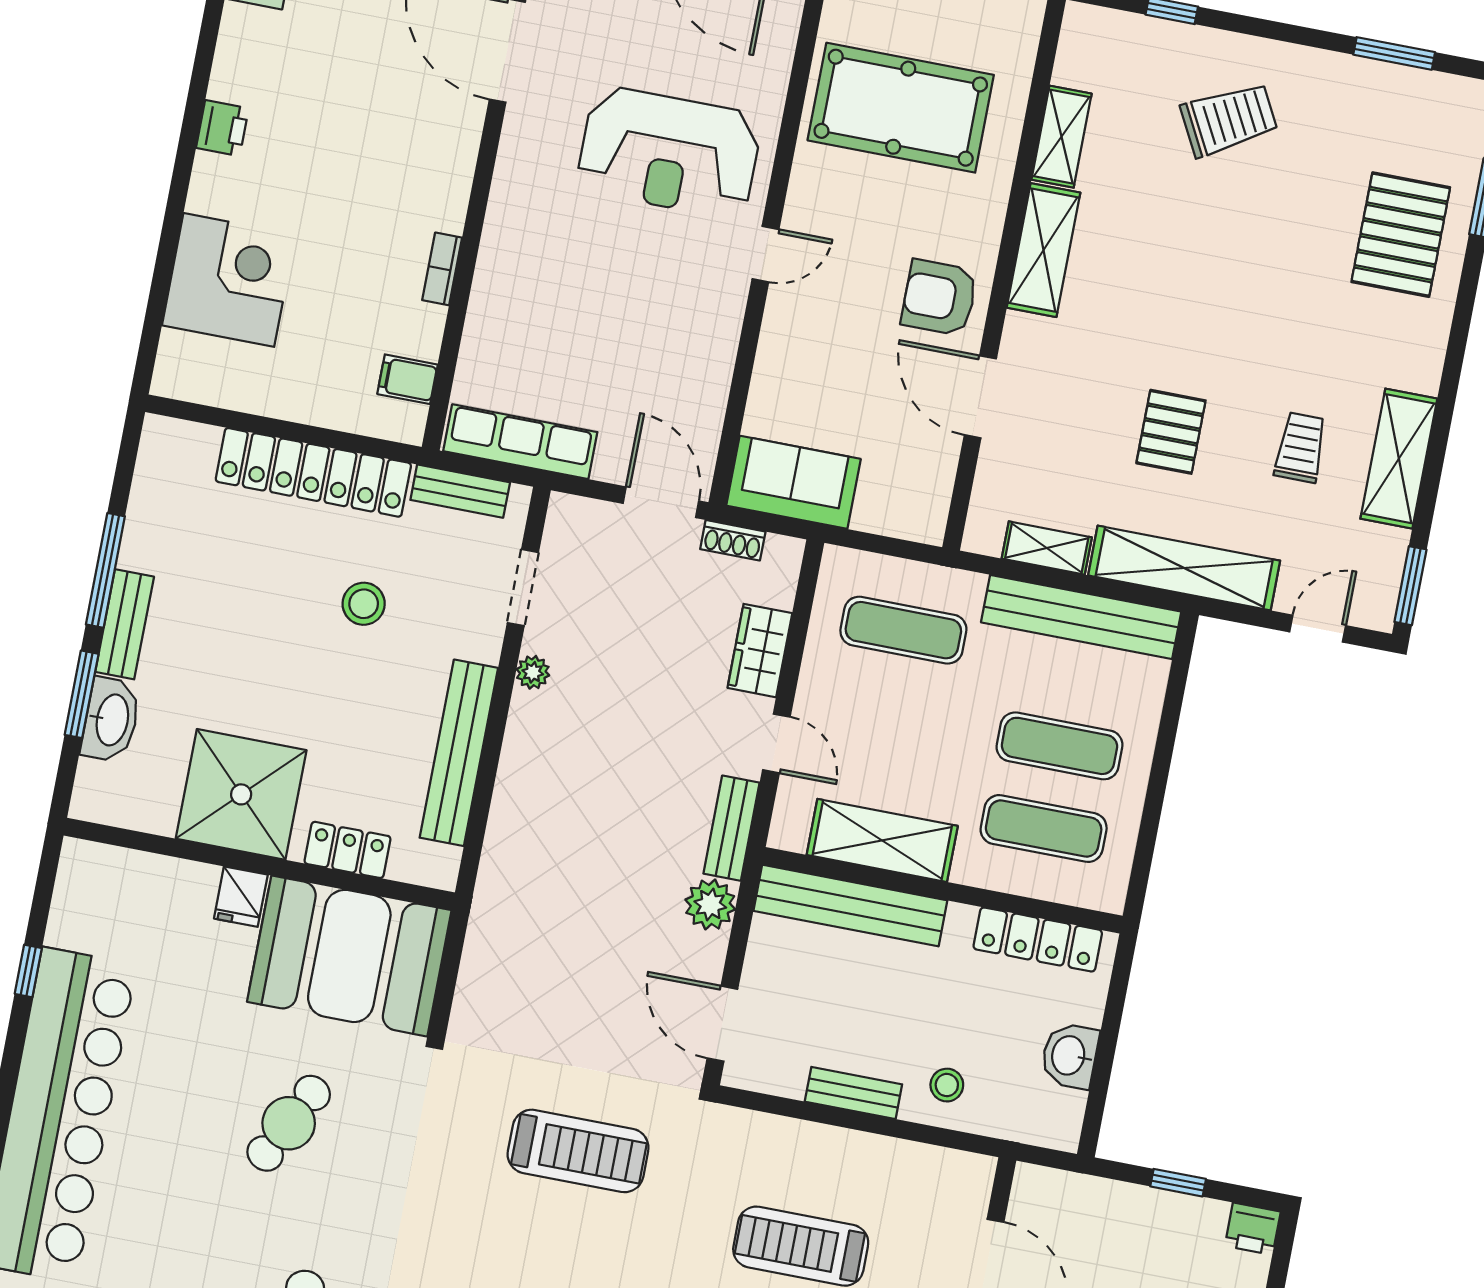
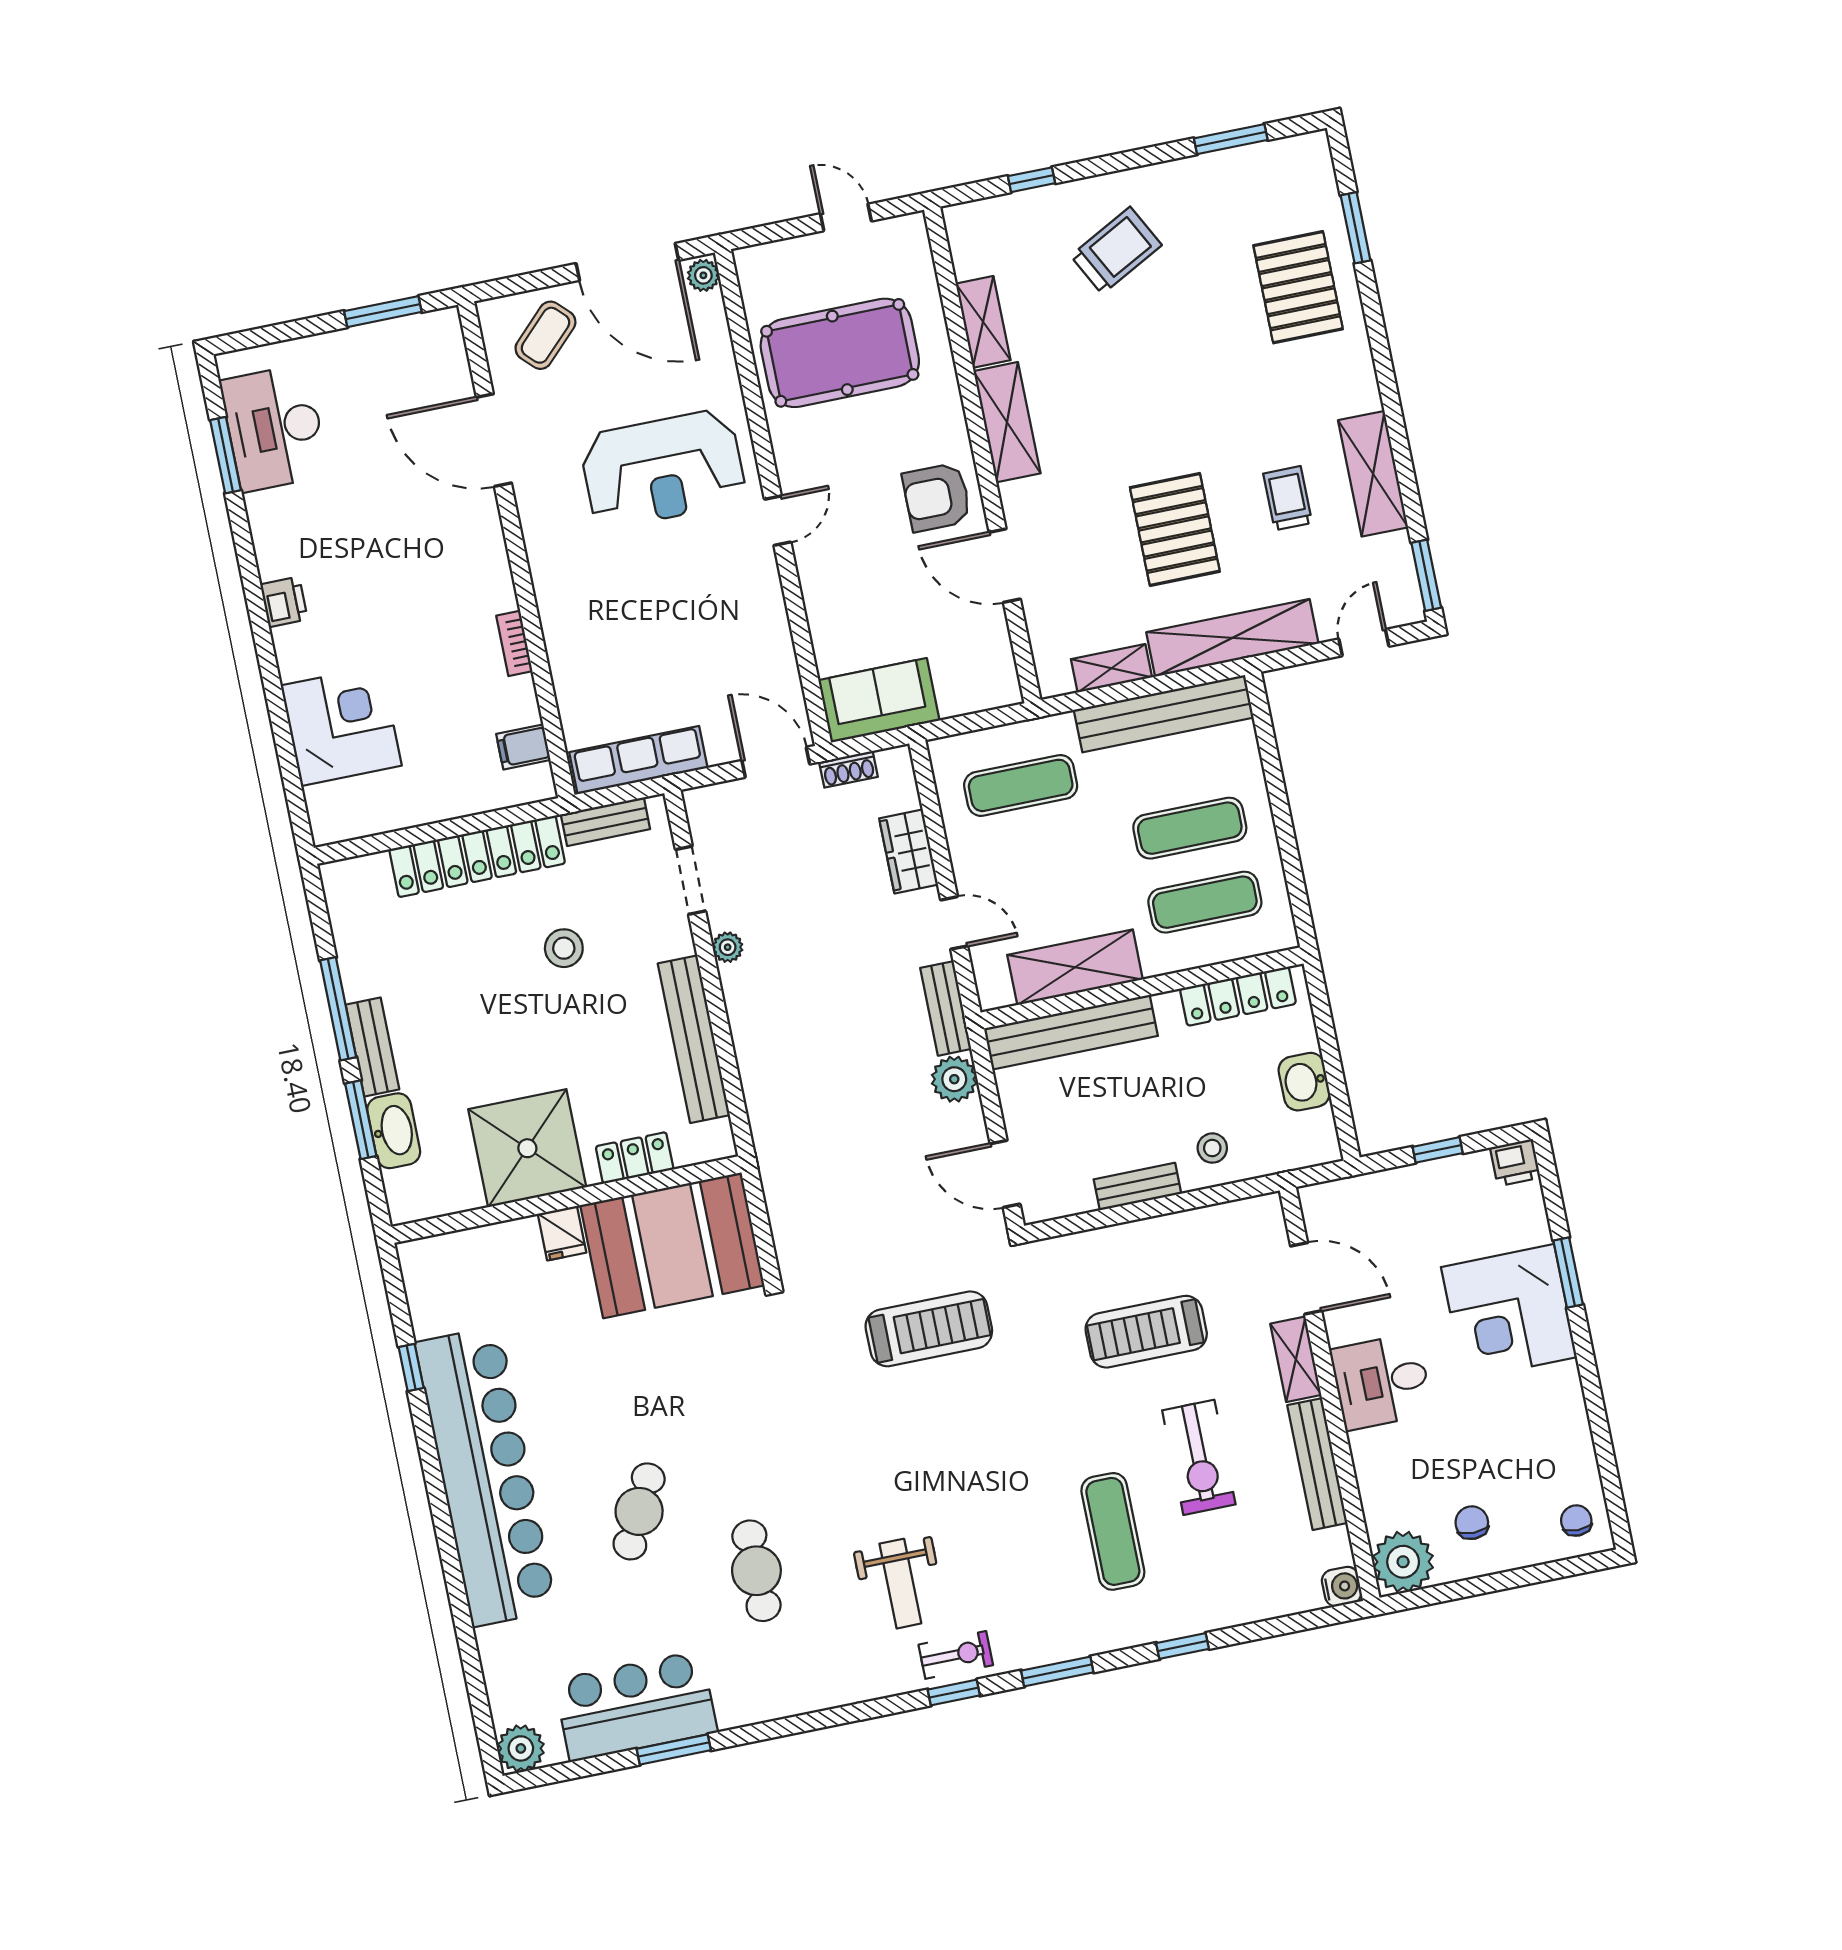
pallet: (1171, 432) -> (1175, 529), width x1.50, depth x1.42
cafe table: (289, 1123) -> (639, 1511), moved

